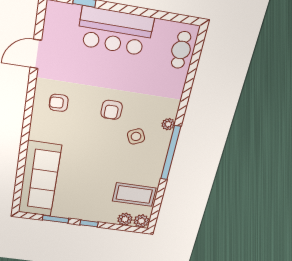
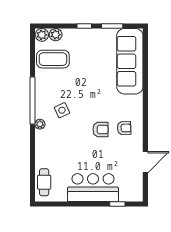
armchair: (112, 110) -> (101, 129), moved, turned 90

